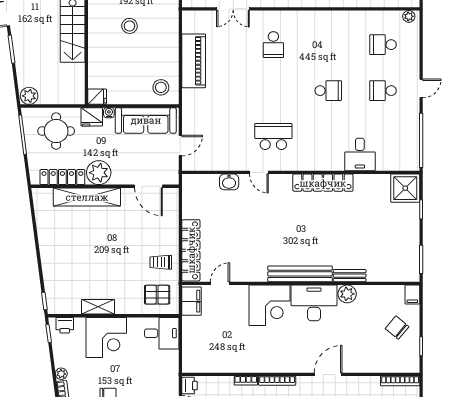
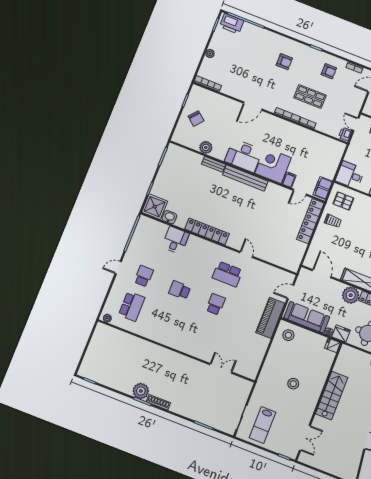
school desk: (273, 45) -> (216, 304), moved
school desk: (383, 45) -> (132, 306), width x1.85
piano: (194, 61) -> (270, 318), moved
school desk: (383, 91) -> (144, 276), turned -90
washbasin: (229, 182) -> (169, 217), moved
plant: (347, 294) -> (206, 147), moved
filing cabinet: (412, 295) -> (289, 180), moved

